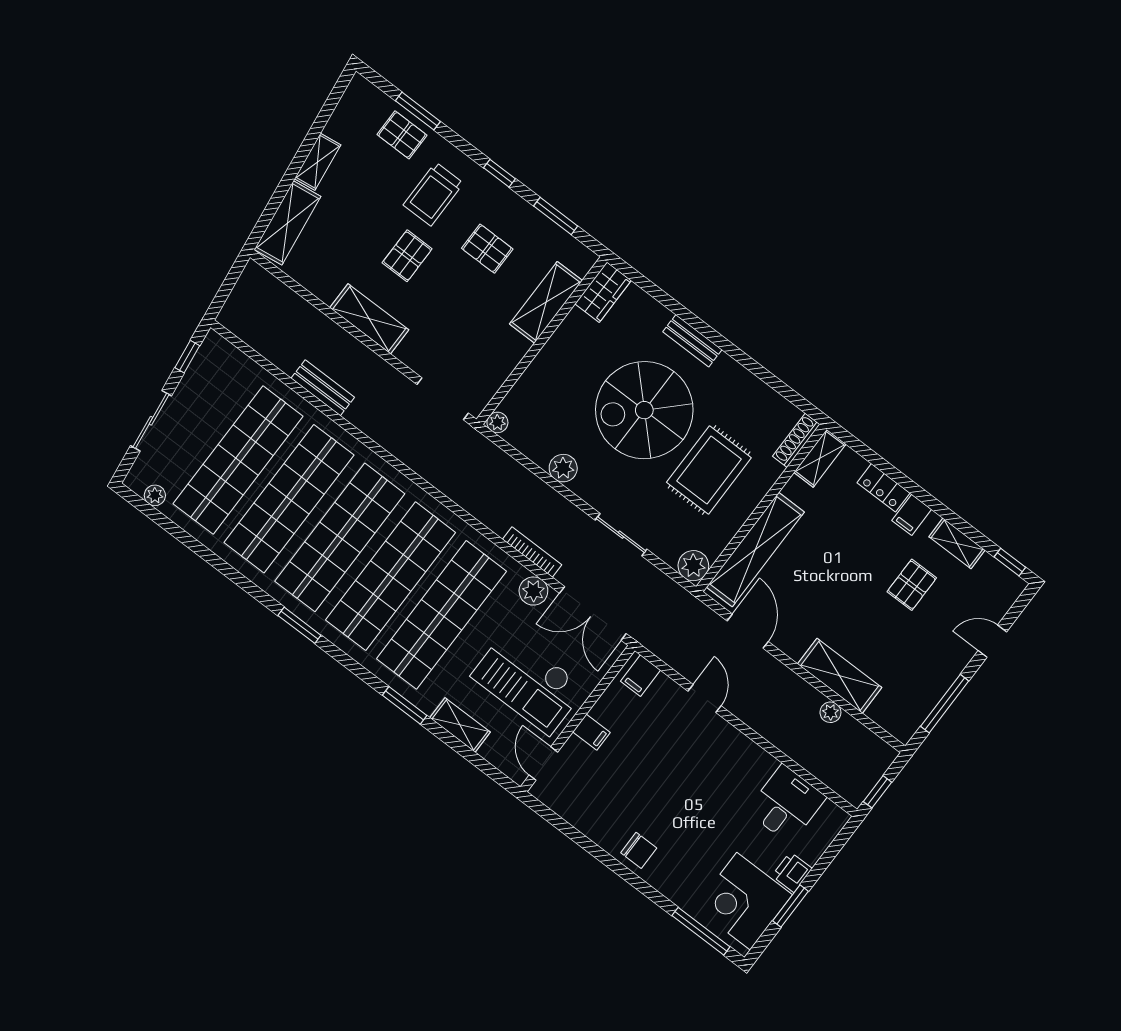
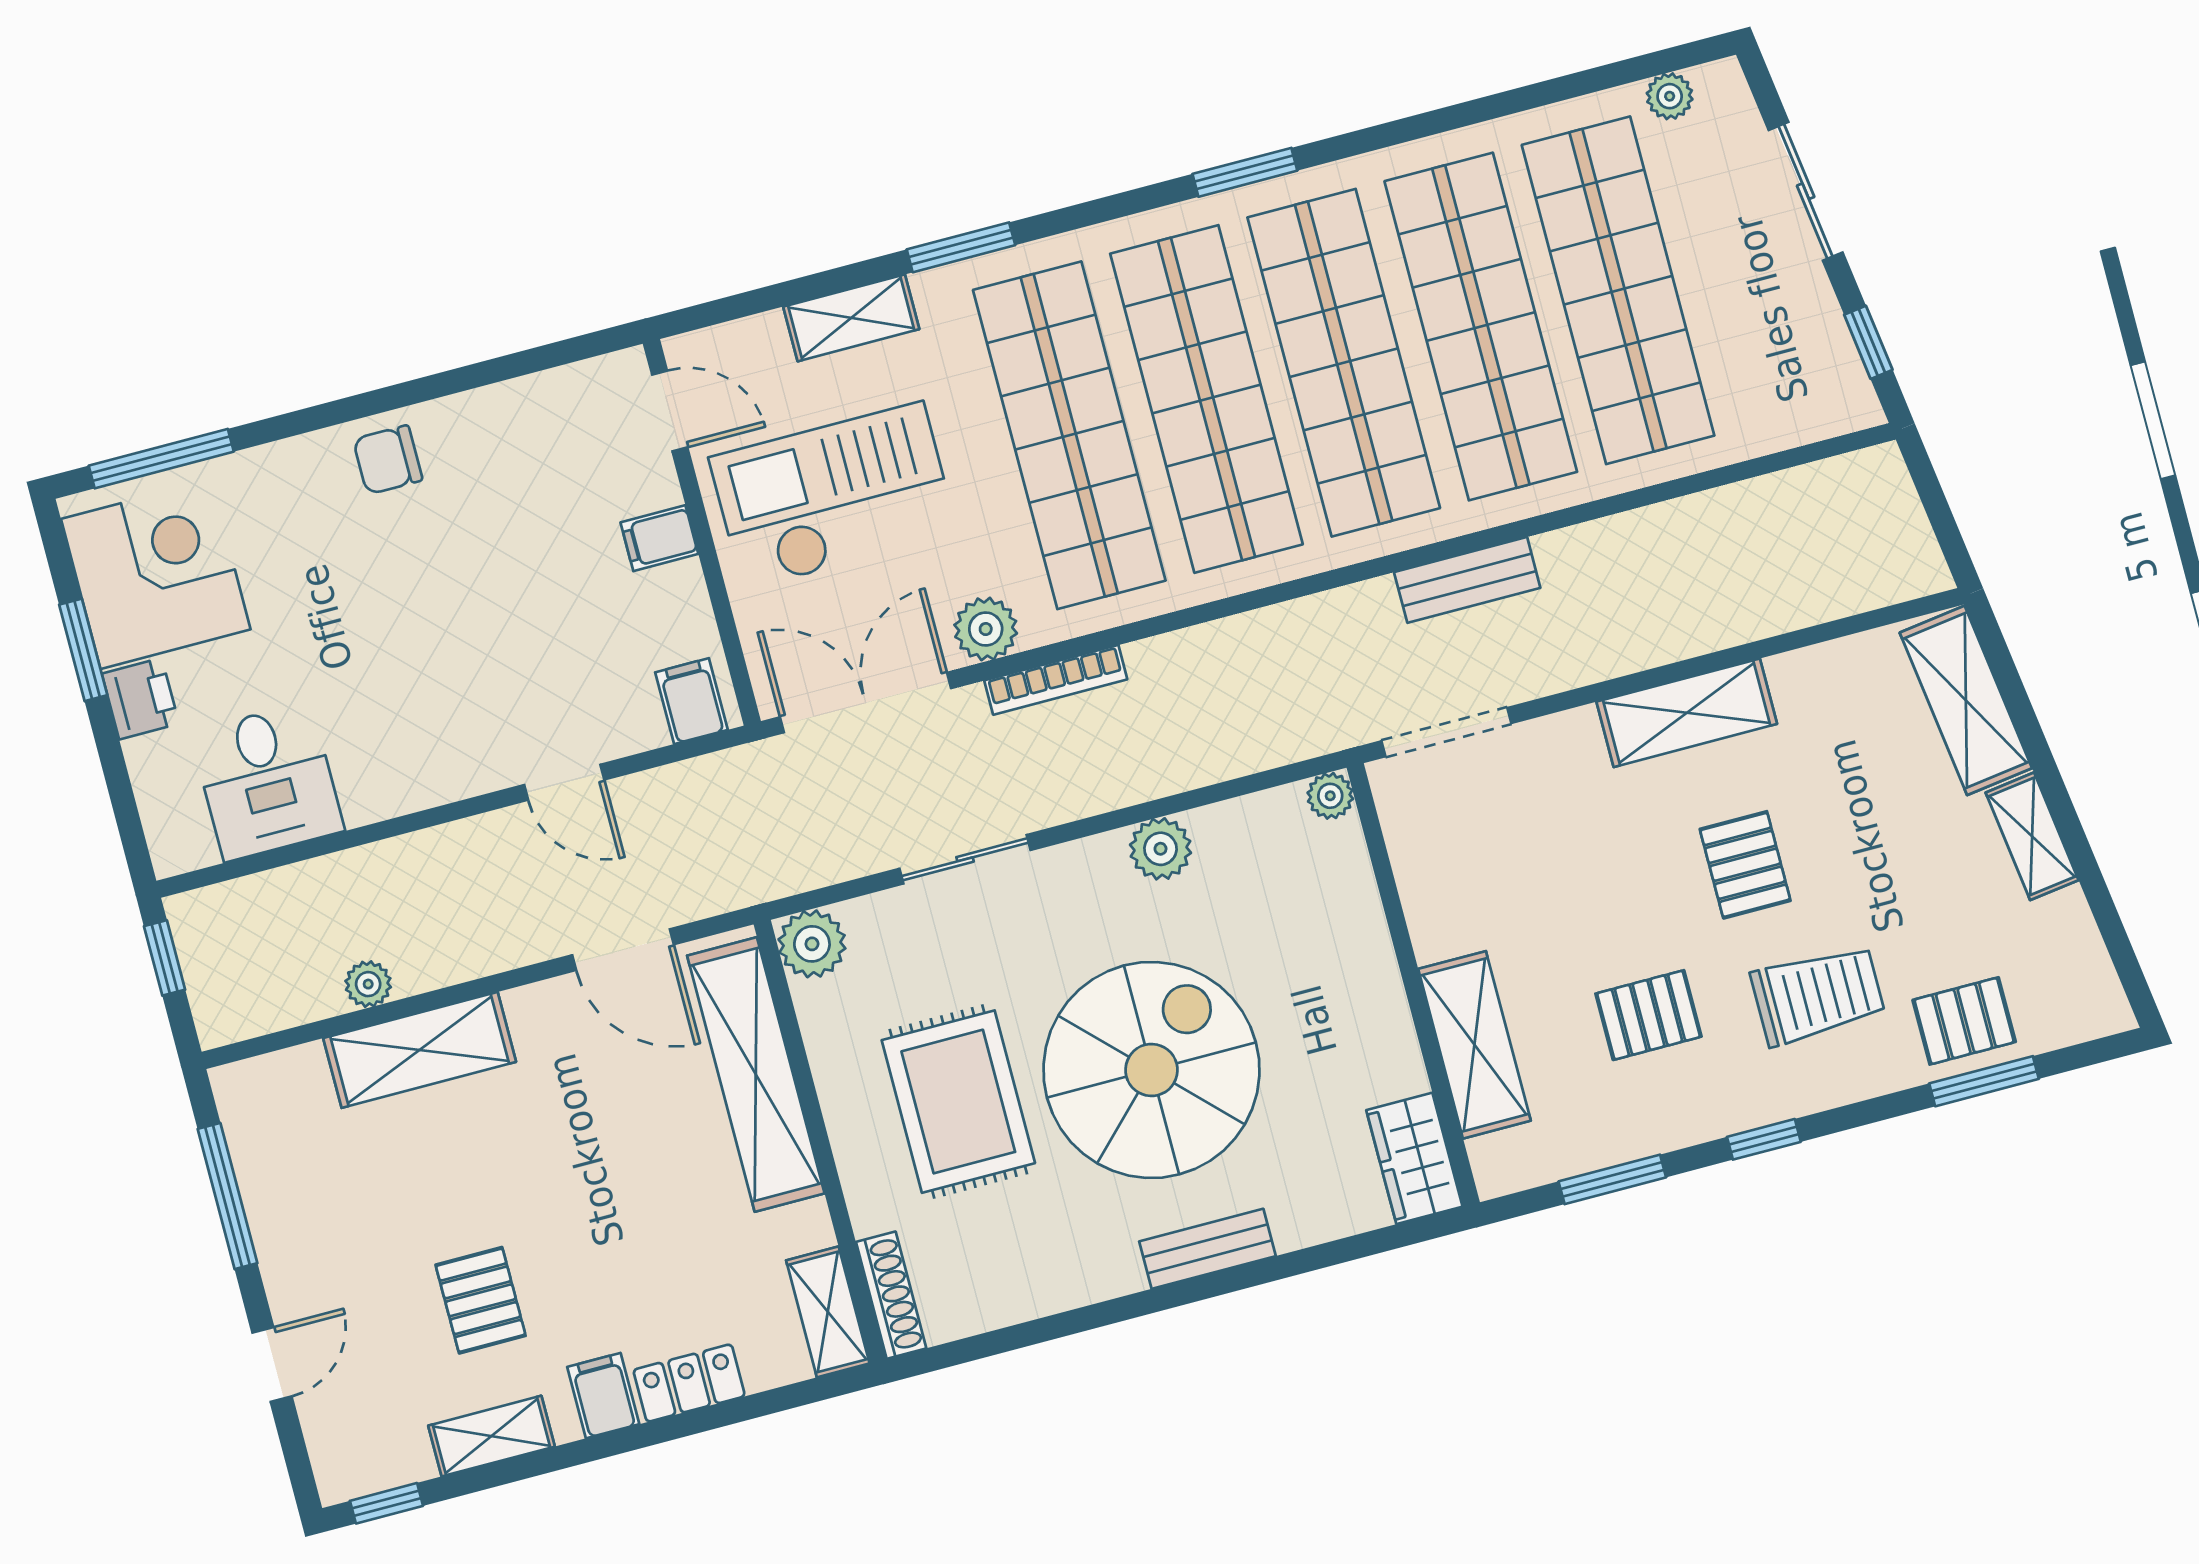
trolley: (433, 194) -> (1818, 995), turned 90
bench: (323, 388) -> (1467, 580), moved

